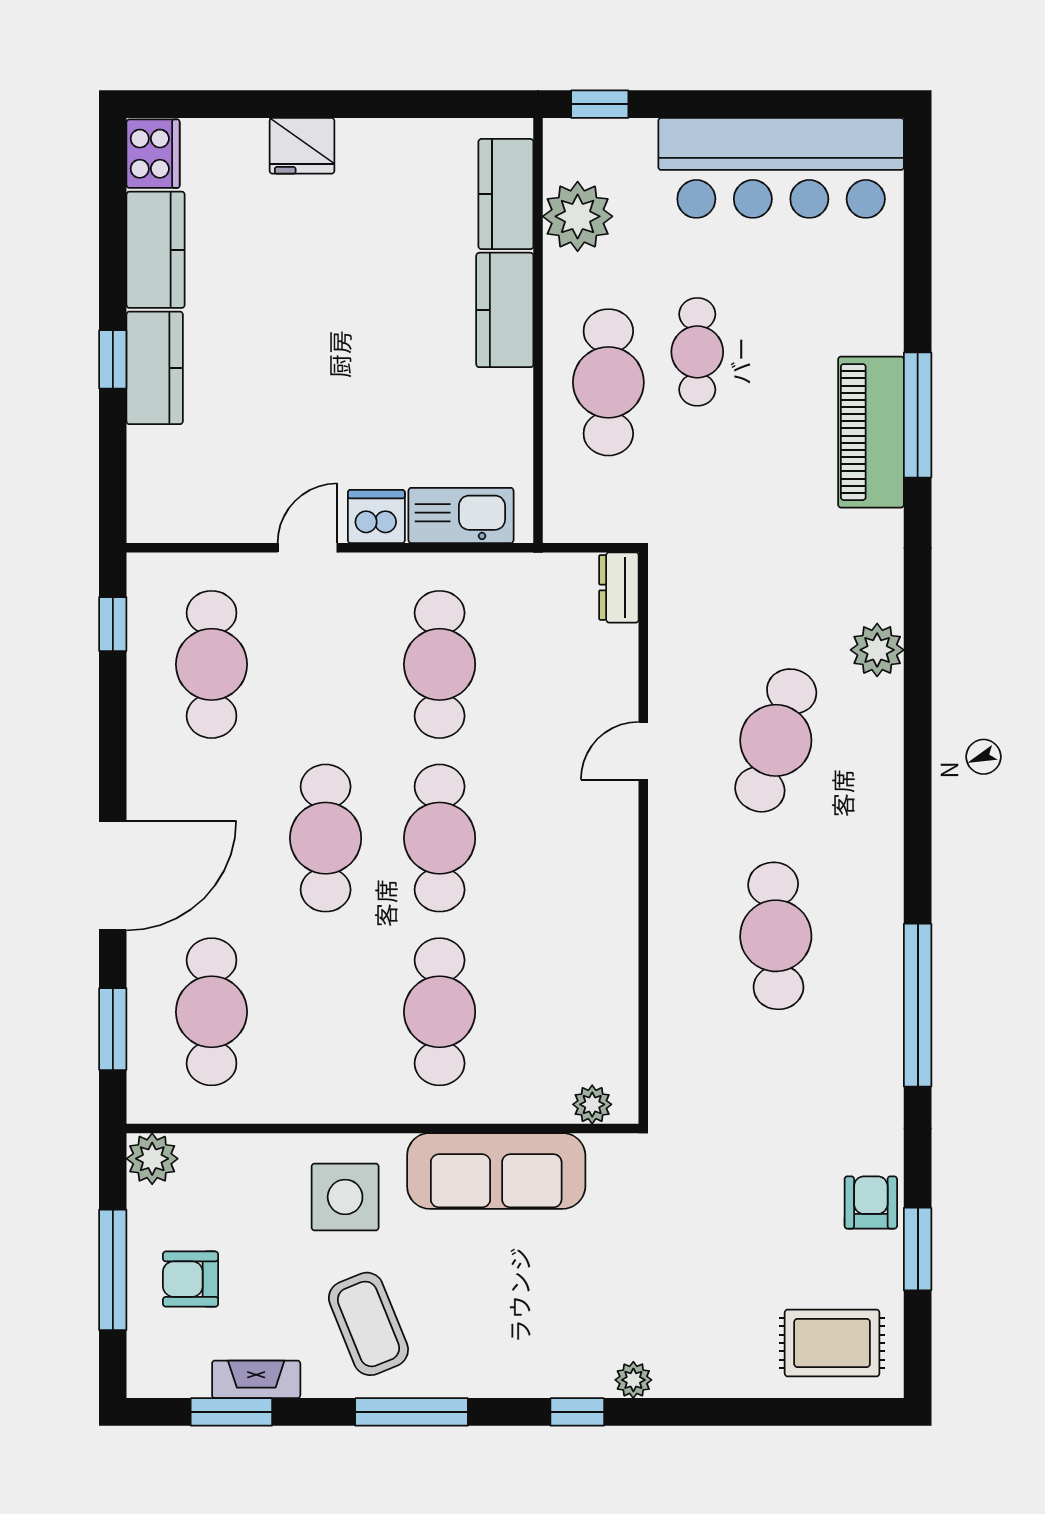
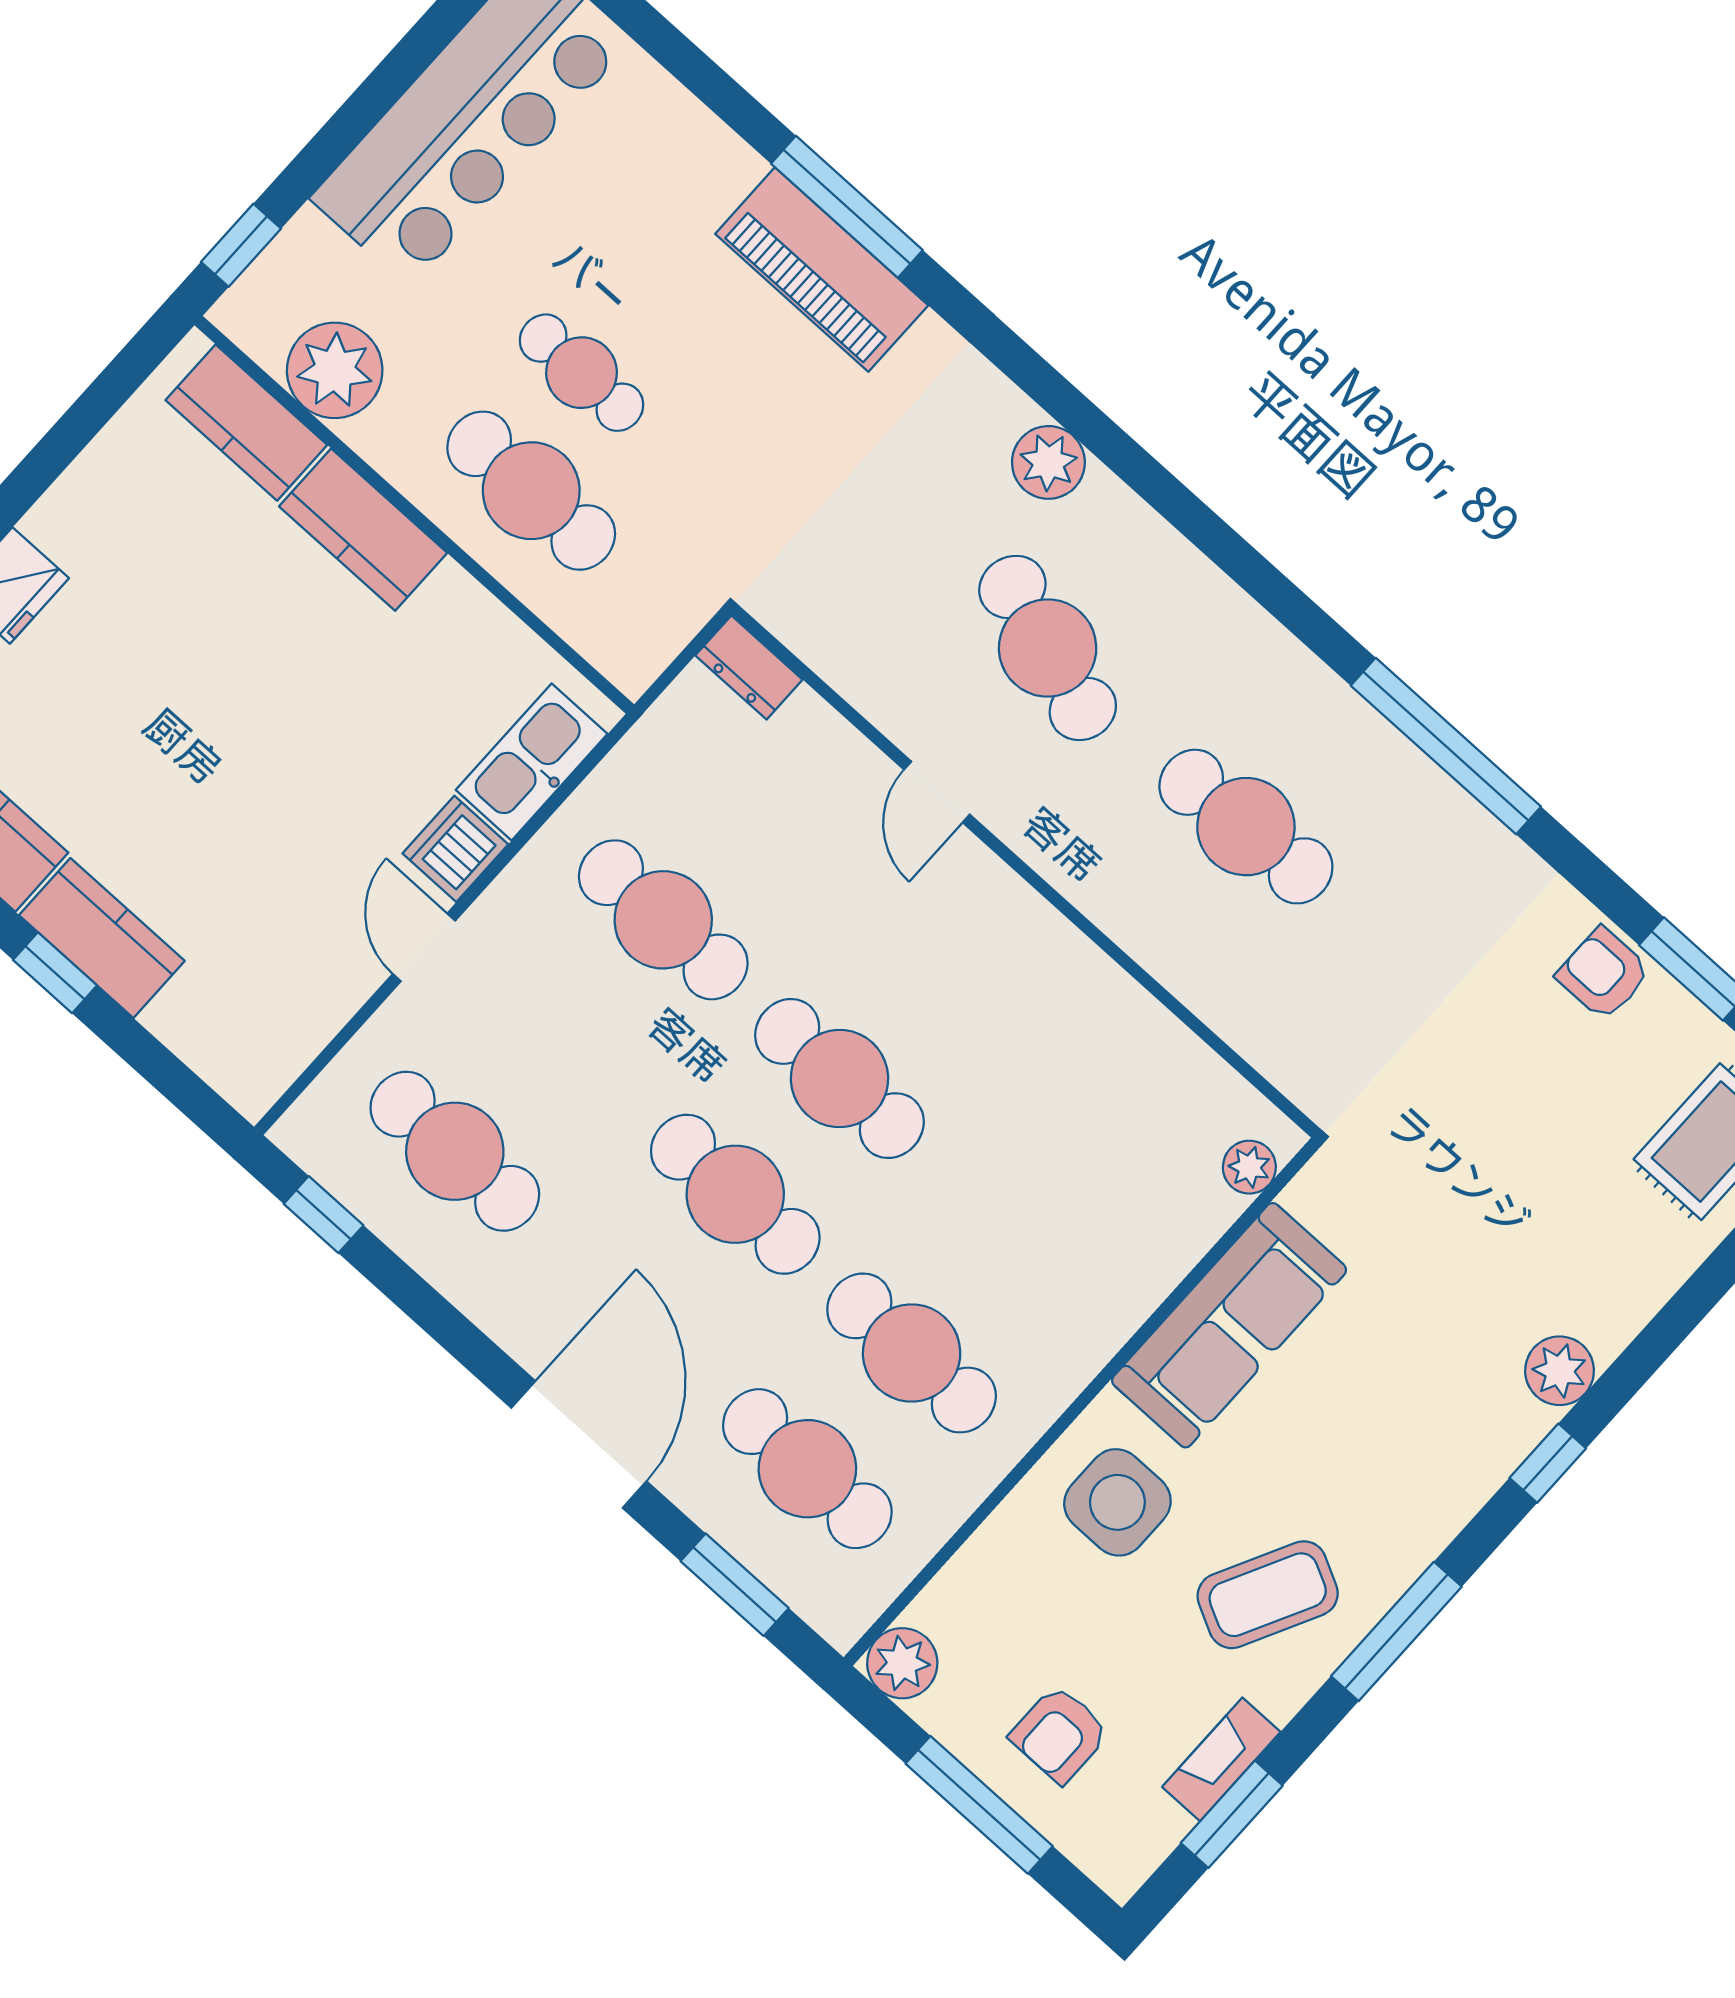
cafe table: (440, 1012) -> (912, 1353), moved
coffee table: (368, 1324) -> (1268, 1595), turned -41
plant: (633, 1380) -> (1560, 1371), width x1.38, depth x1.38

